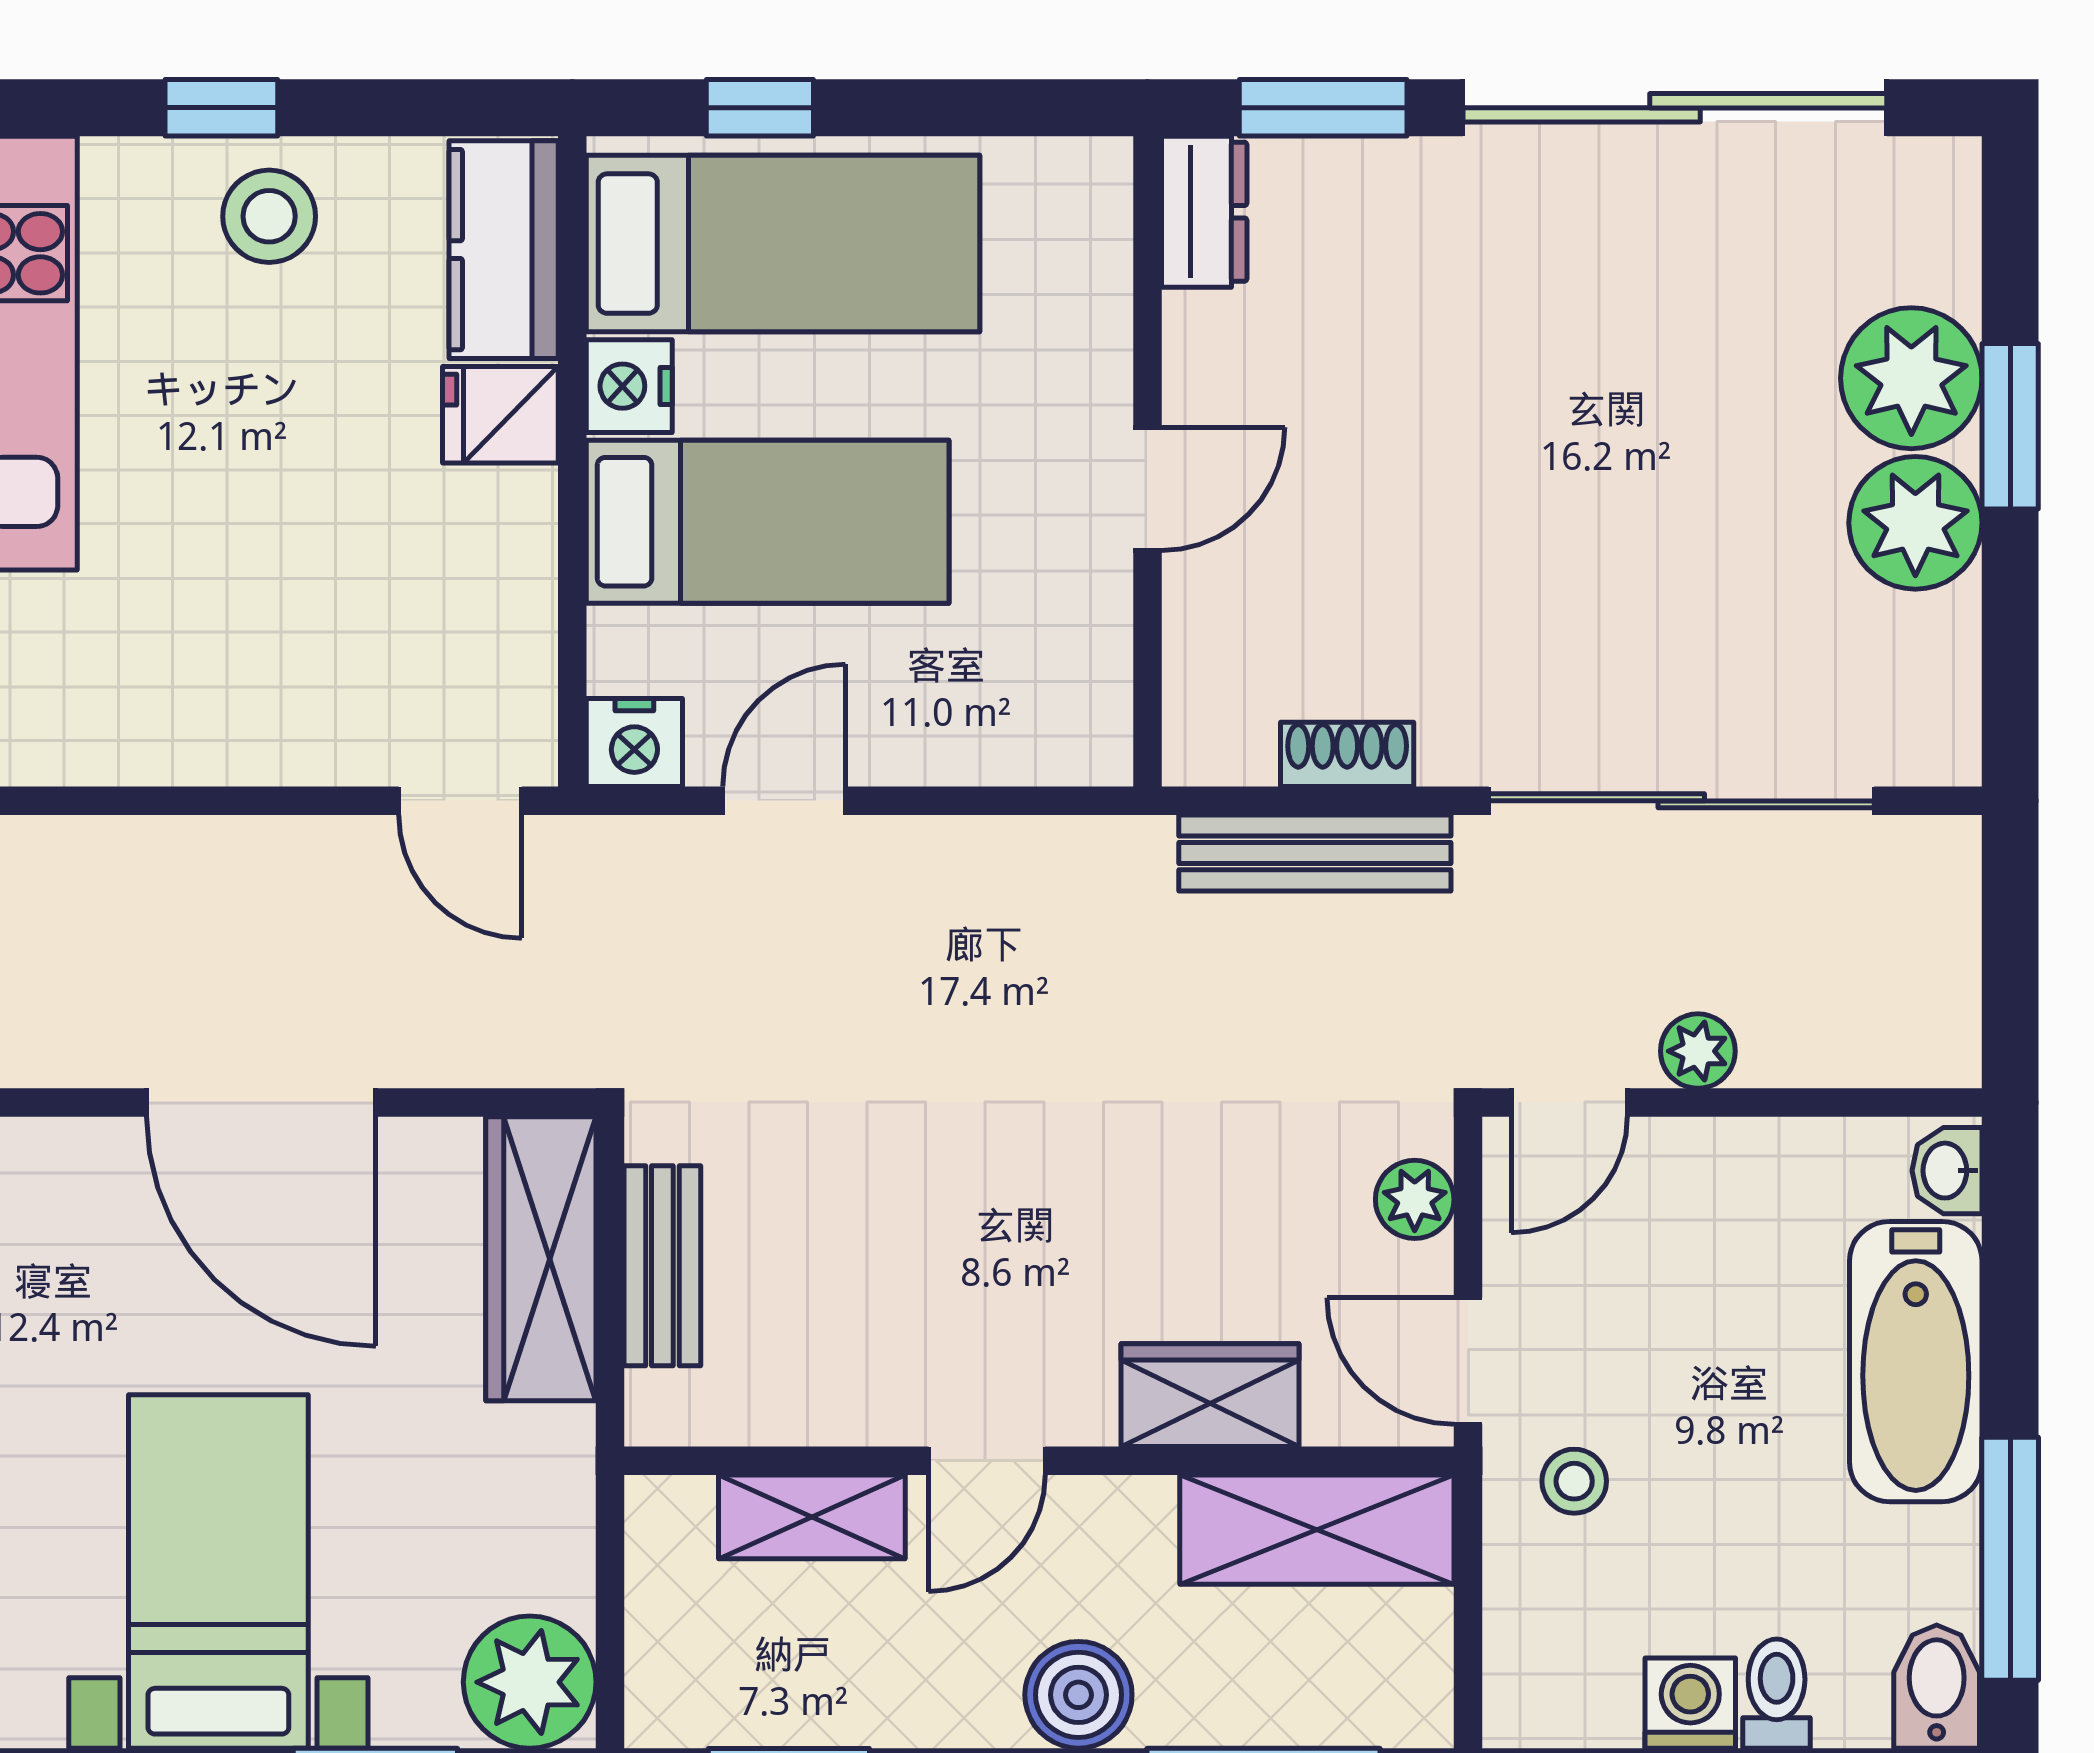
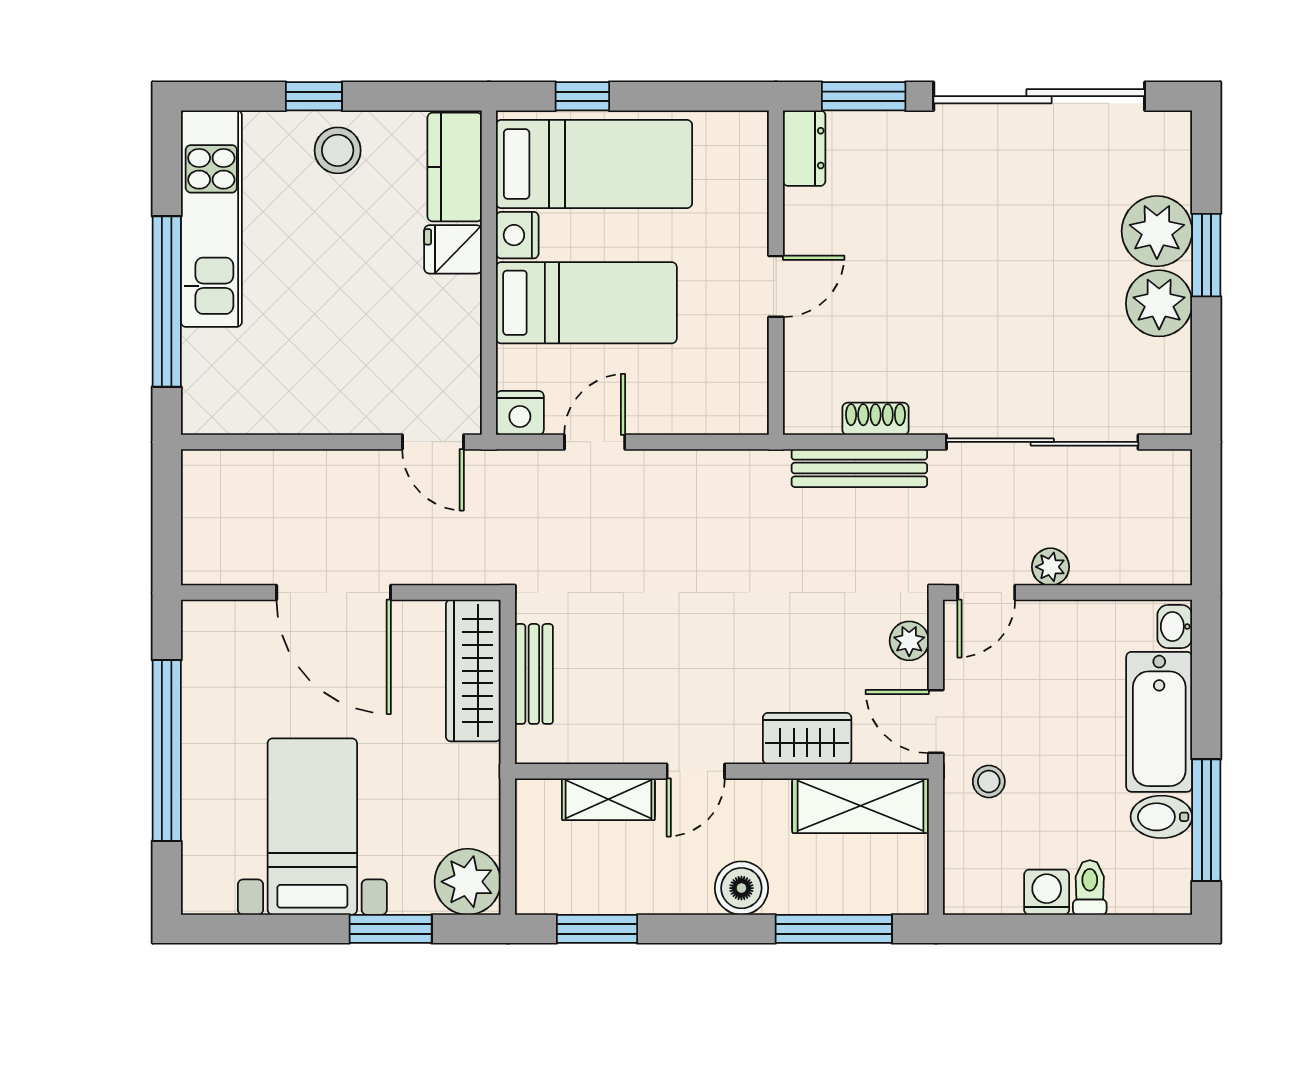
bidet: (1937, 1687) -> (1161, 817), moved, turned -90

